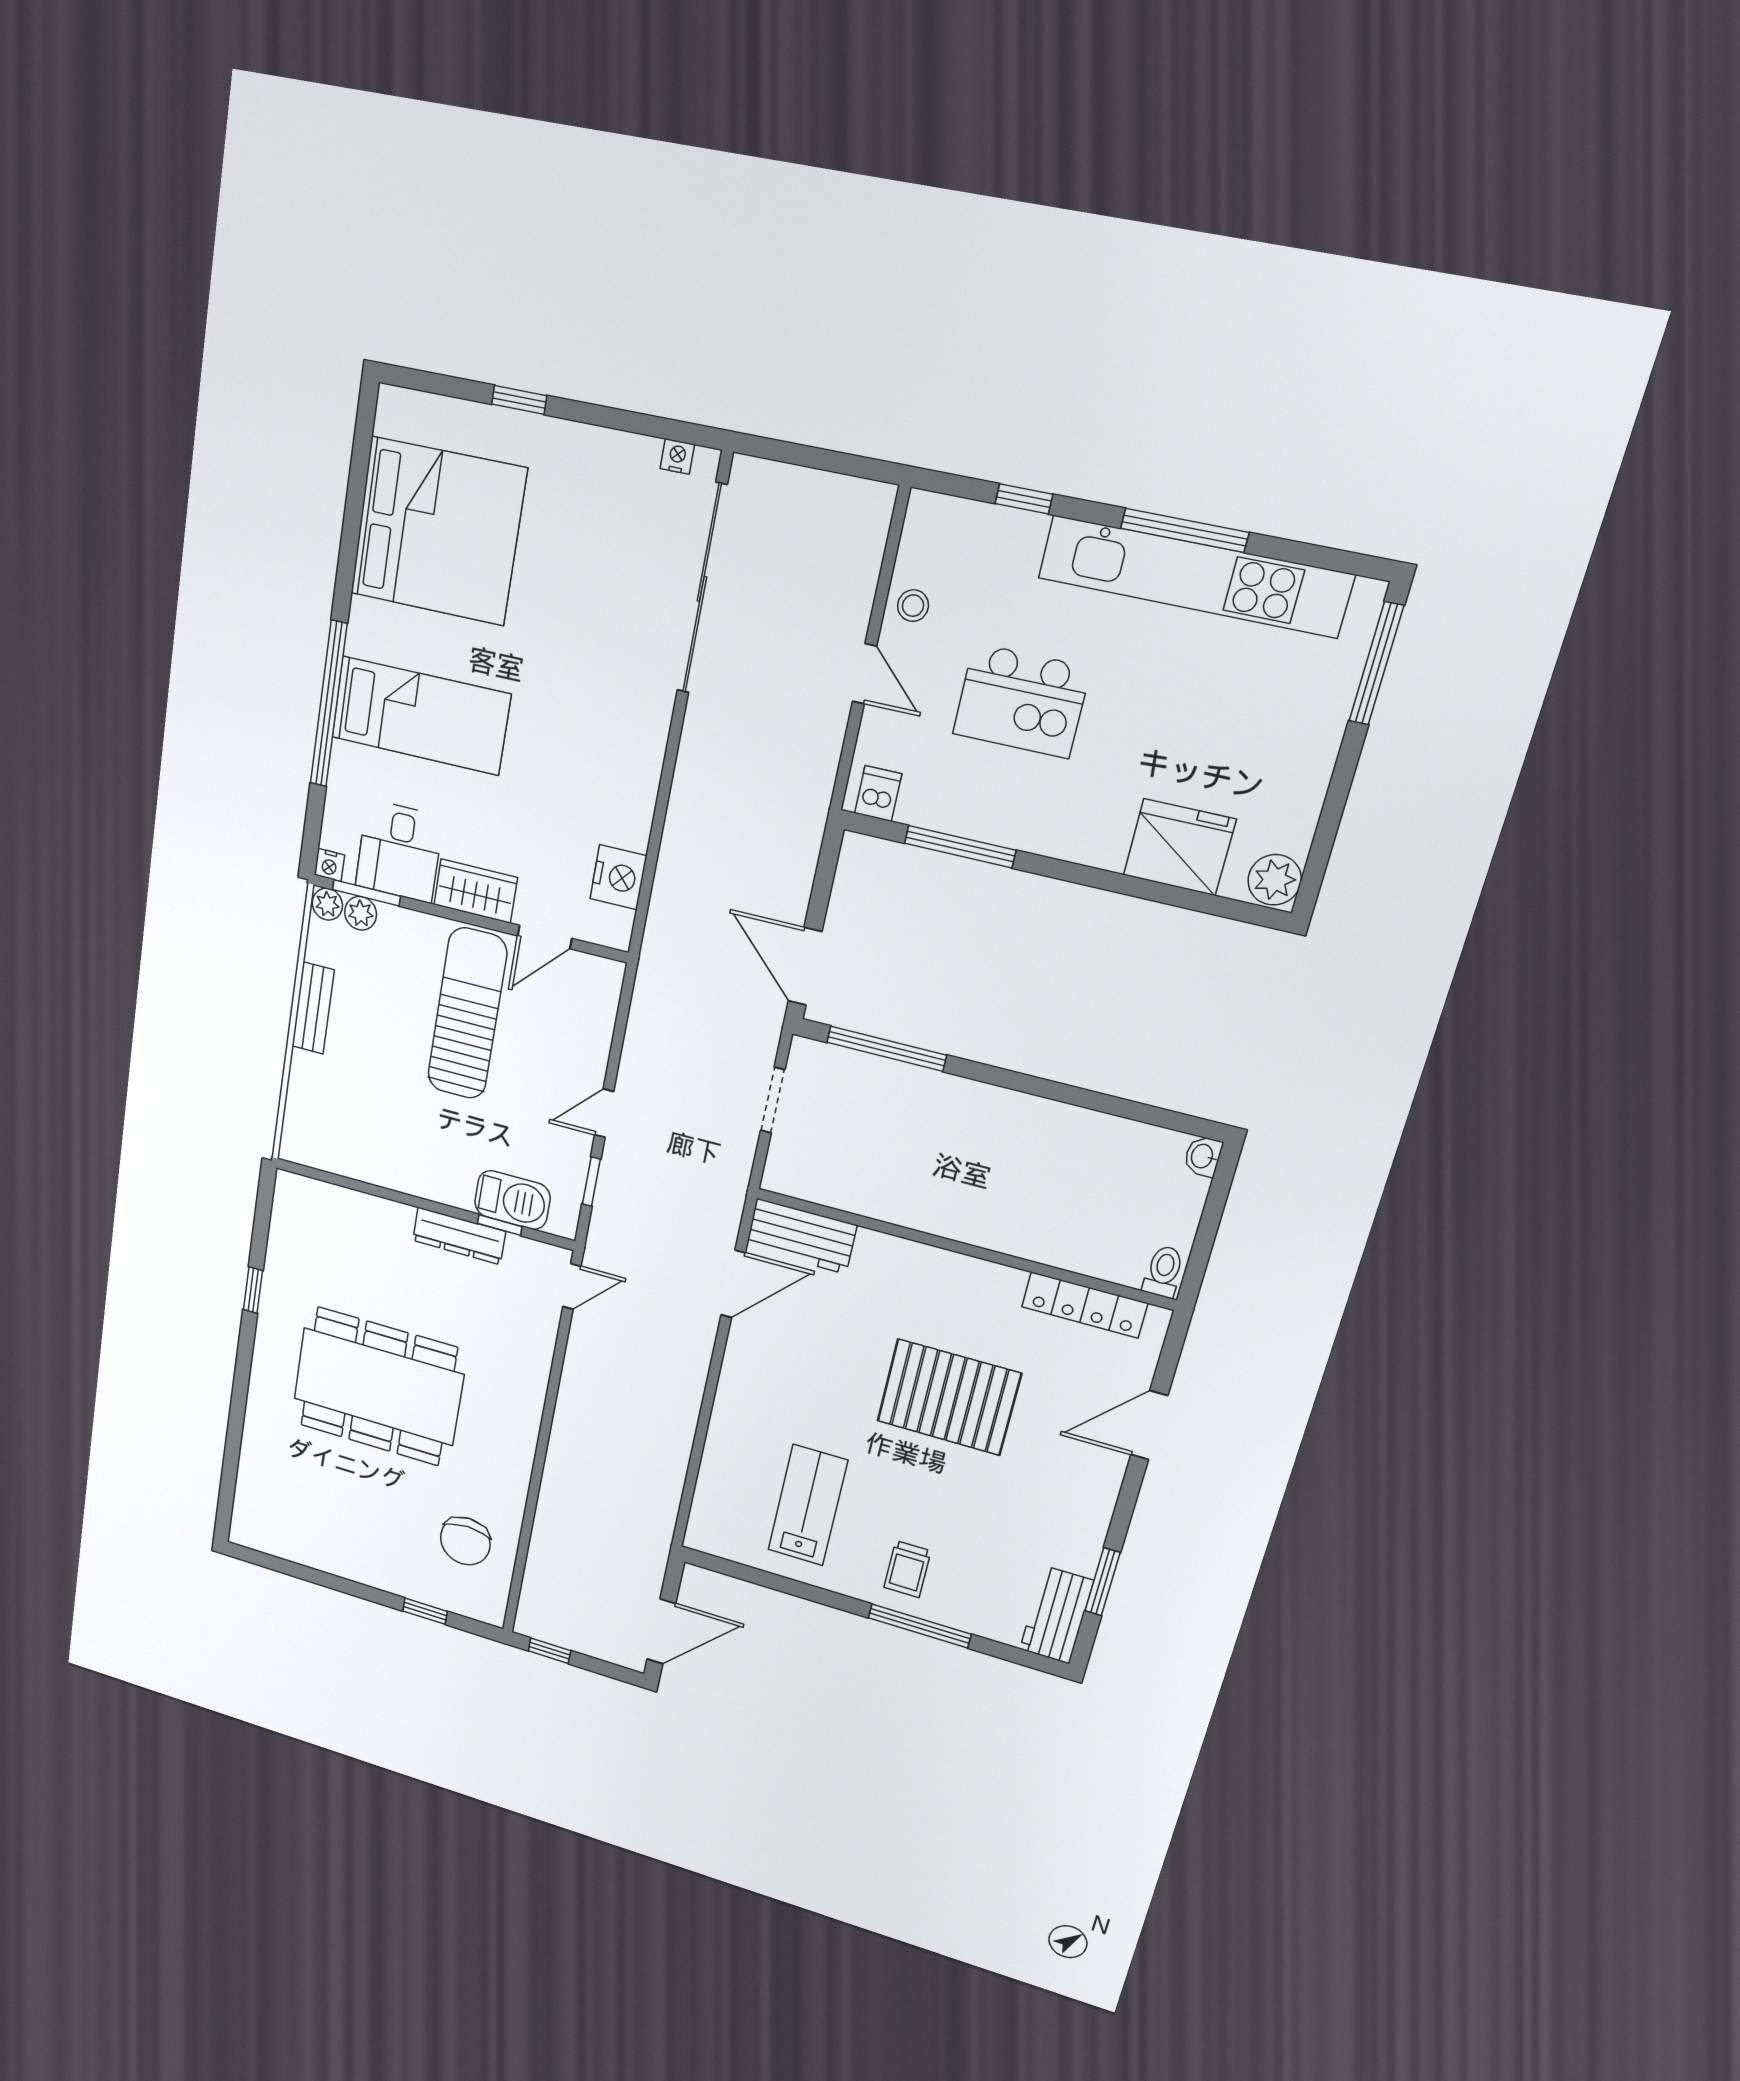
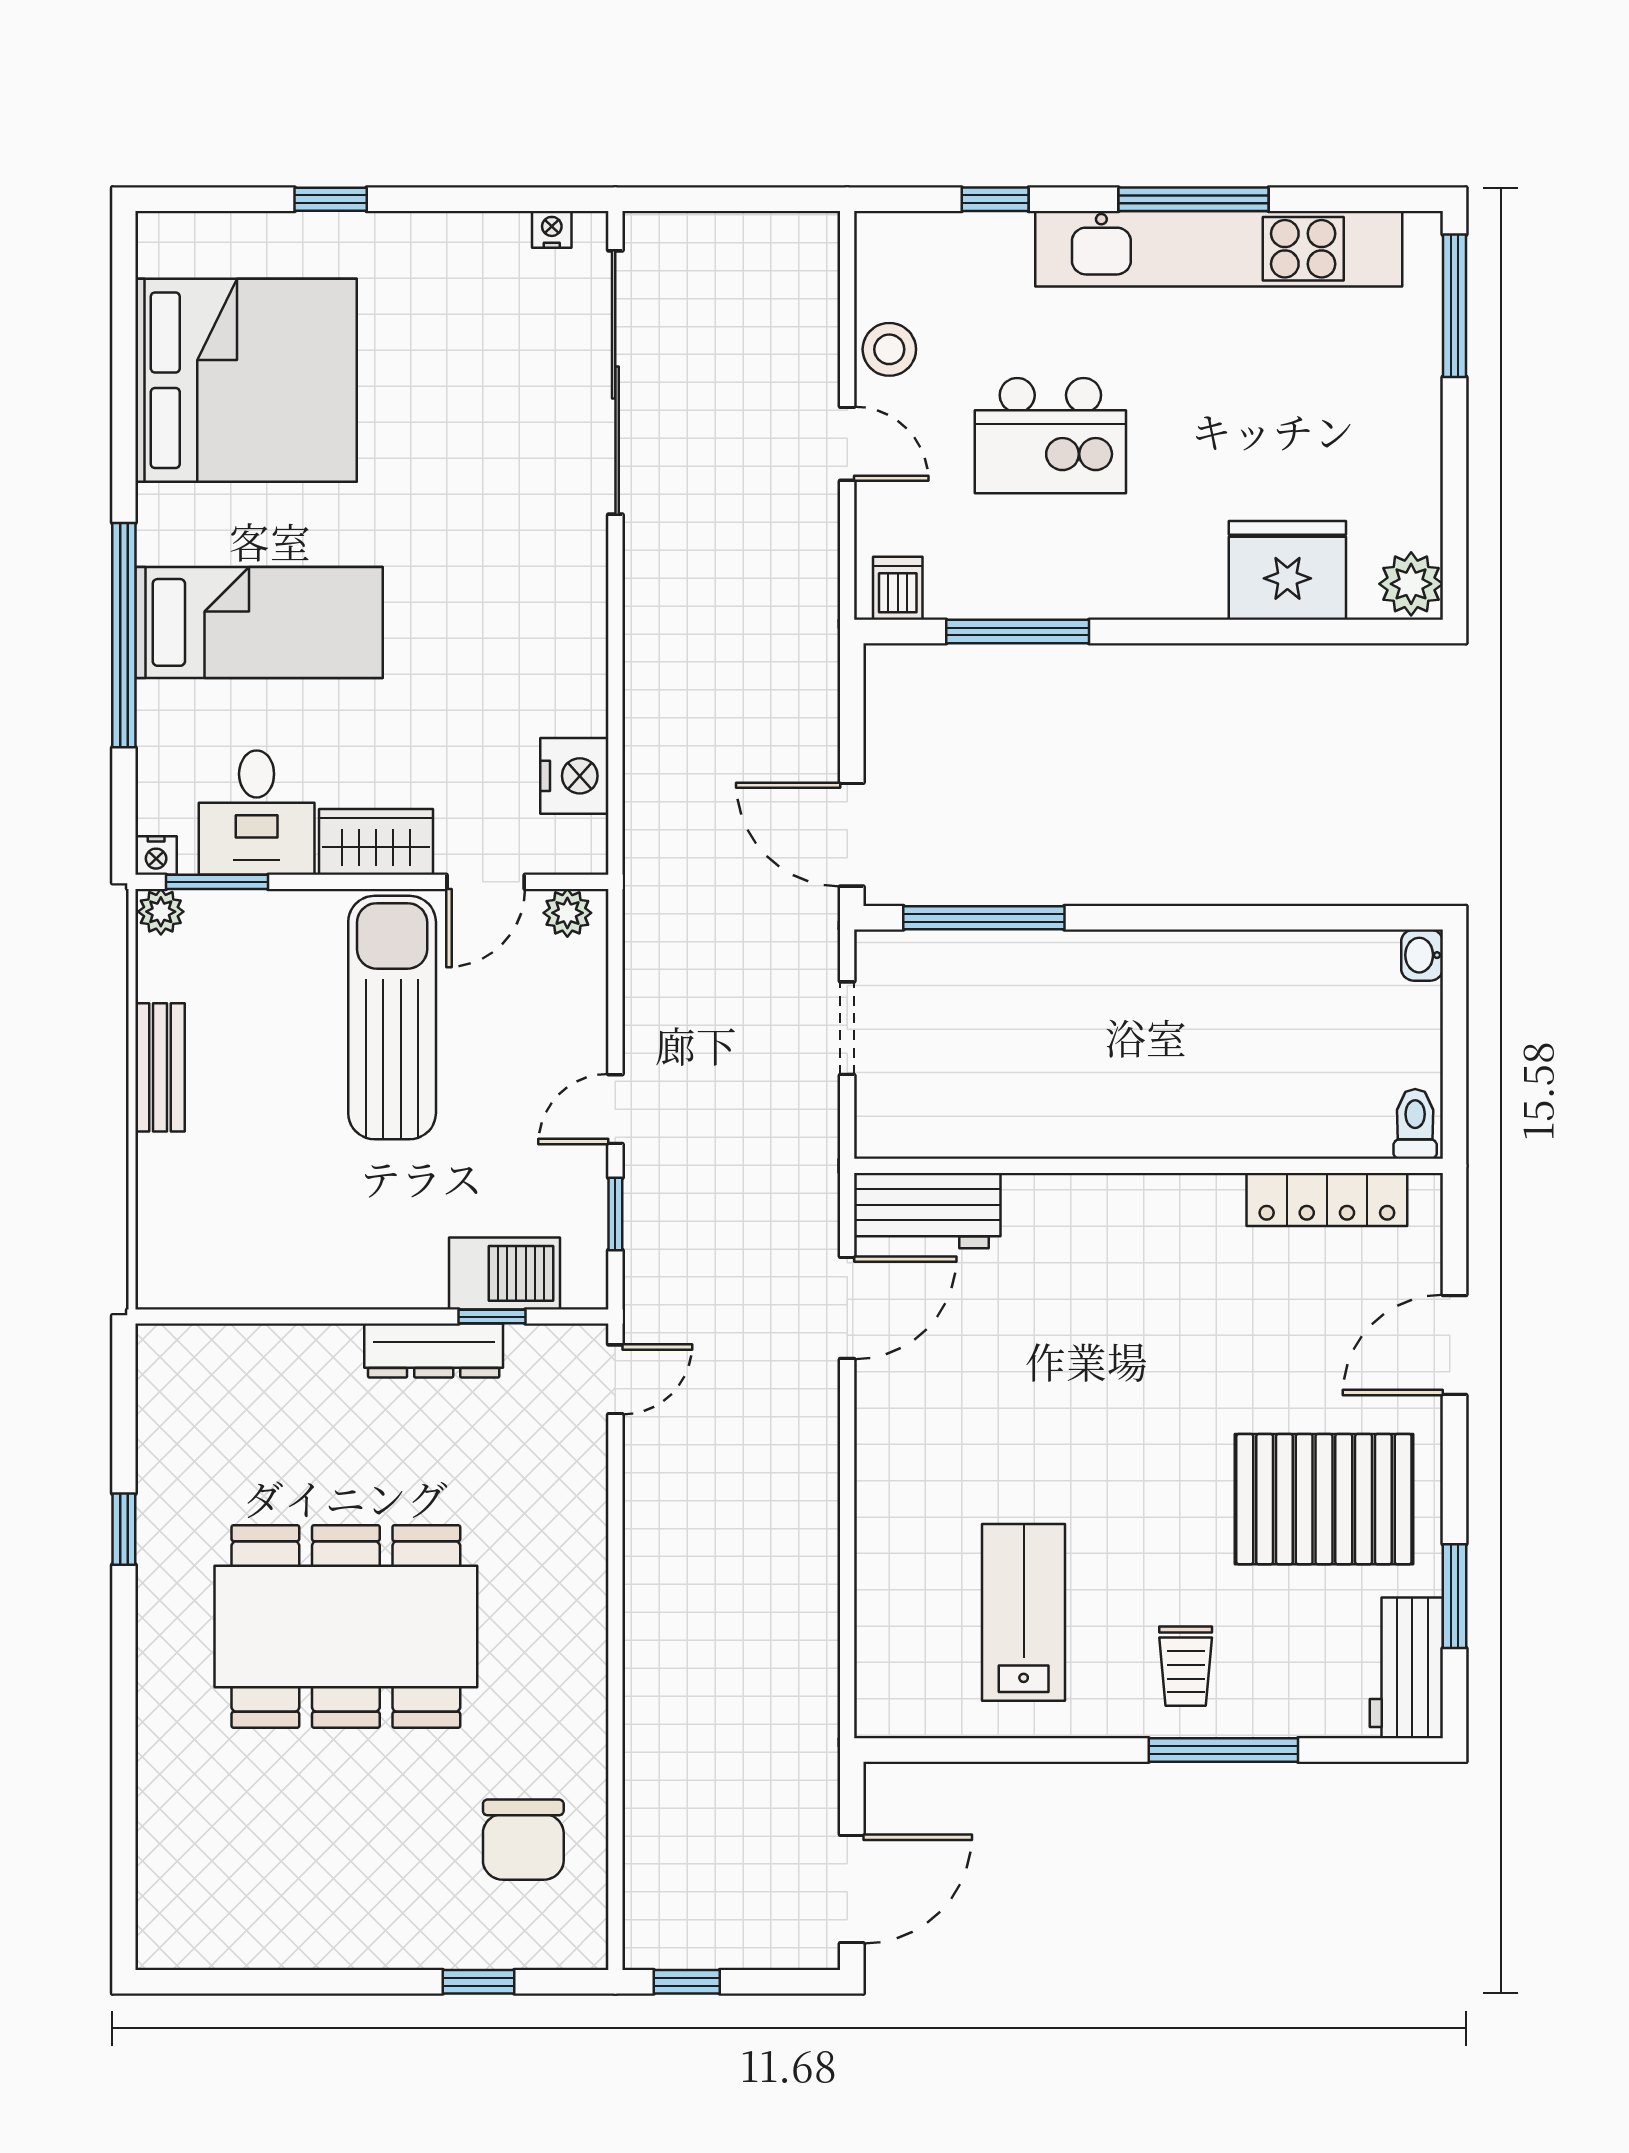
stool: (913, 606) -> (889, 349), width x1.37, depth x1.37
plant: (361, 913) -> (567, 913), moved
pallet: (949, 1397) -> (1324, 1499), moved

